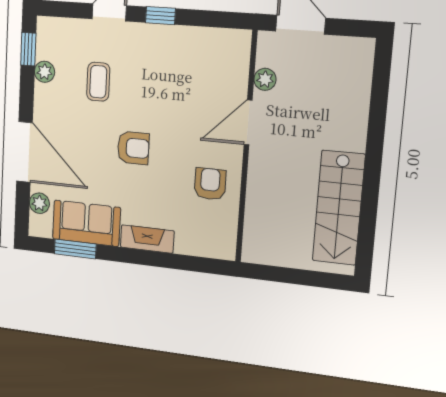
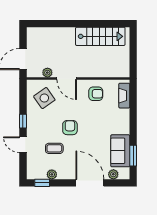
side table: (208, 68) -> (44, 98), added
armchair: (133, 148) -> (70, 128), moved
door: (24, 152) -> (90, 183), hinge flipped
armchair: (210, 184) -> (96, 94), turned 180
fireplace: (147, 239) -> (124, 96), moved

